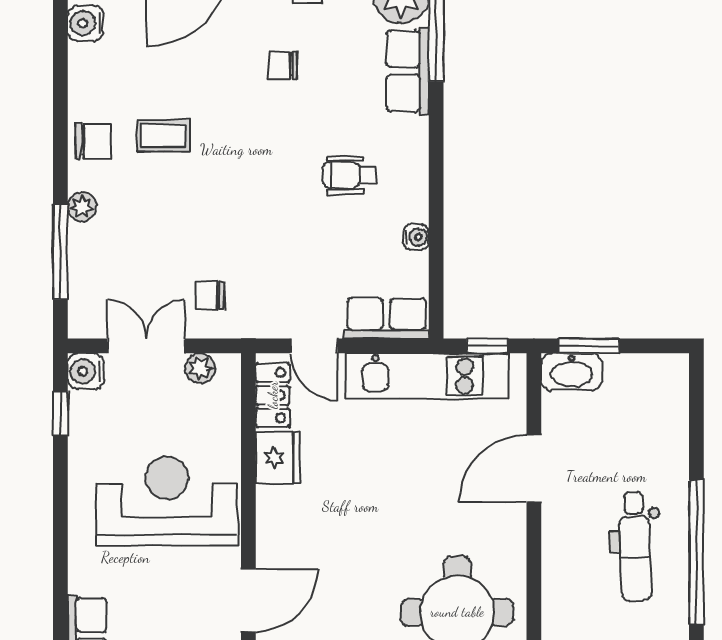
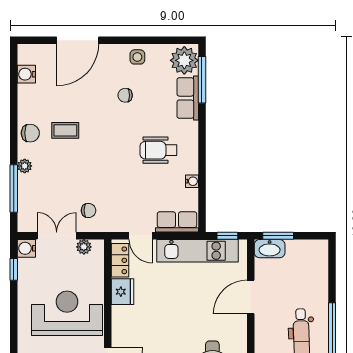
wheelchair: (349, 175) -> (158, 150), width x1.36, depth x1.37
chair: (210, 296) -> (89, 210), turned 180

